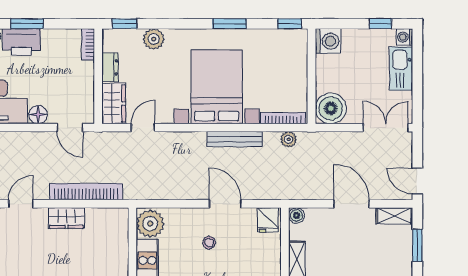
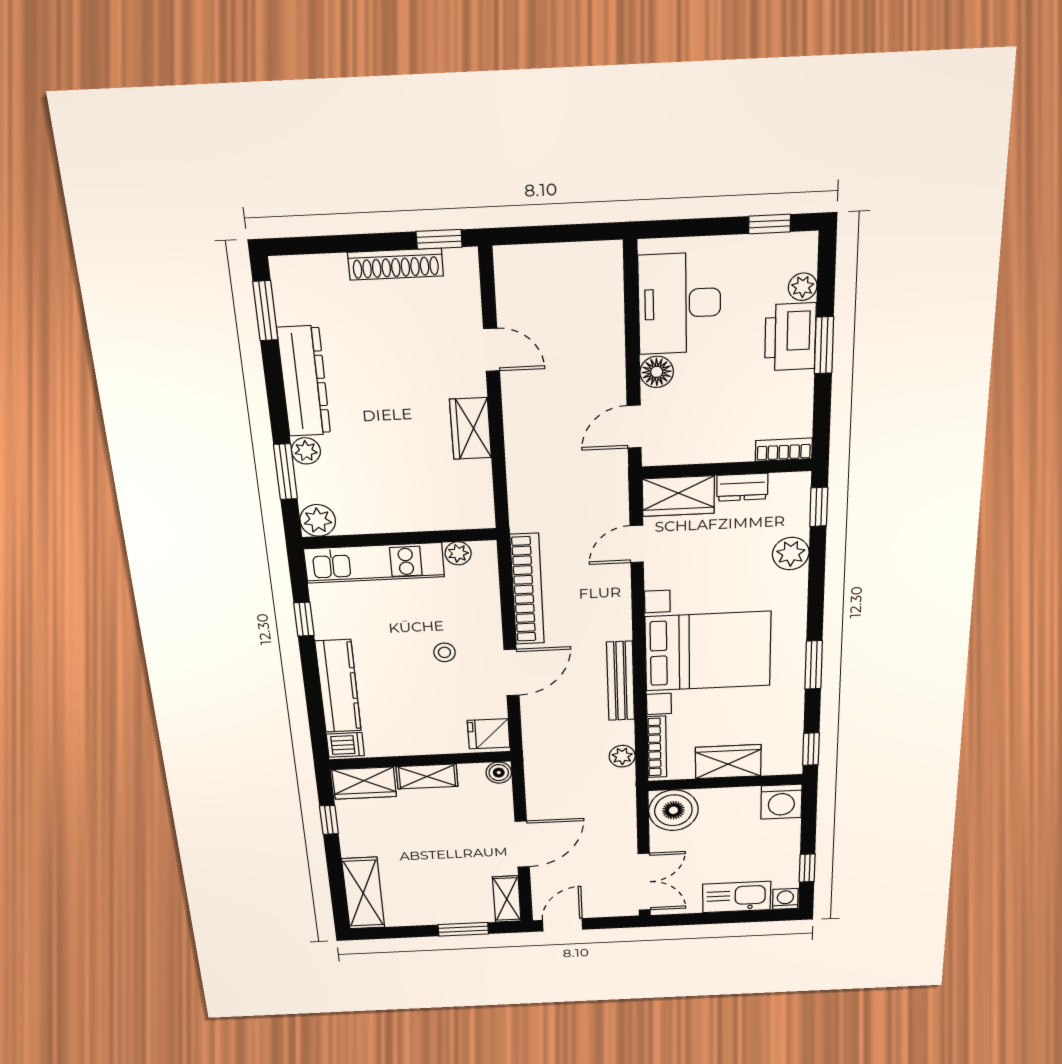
wardrobe: (296, 74) -> (728, 762), added
door: (143, 128) -> (637, 544), swing flipped
bookcase: (86, 192) -> (527, 589), moved
plant: (150, 224) -> (458, 553), width x0.53, depth x0.53

